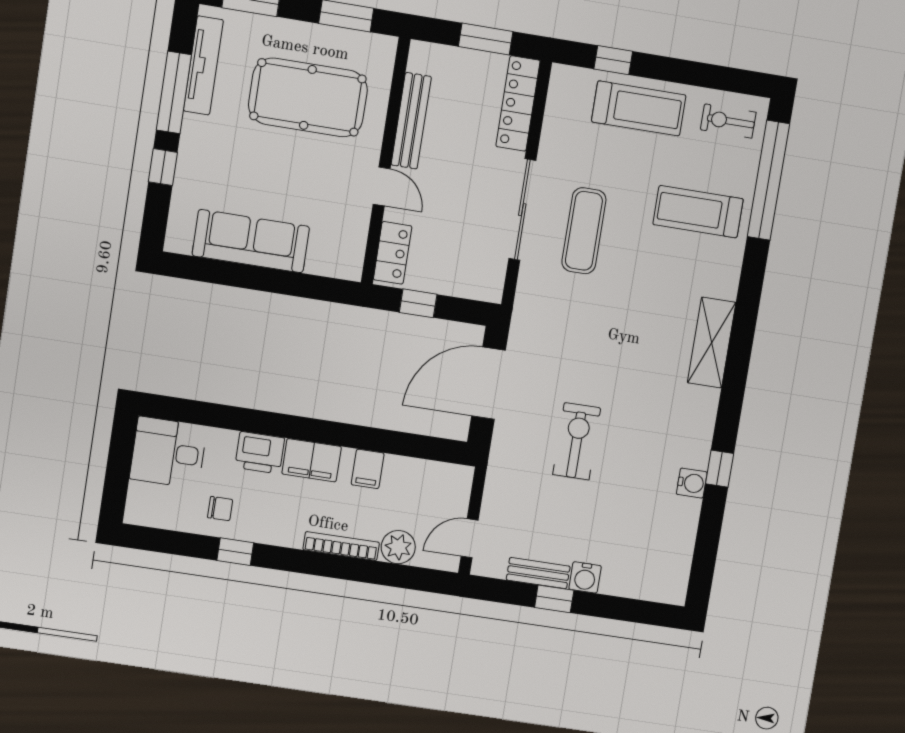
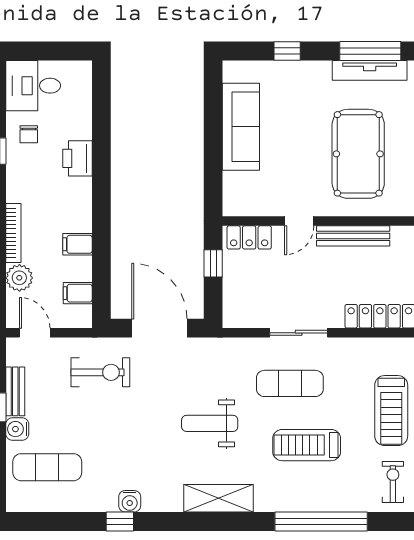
window: (174, 92) -> (370, 51), moved
window: (768, 180) -> (321, 521), moved
sliding door: (522, 210) -> (299, 333), width x0.73
treadmill: (698, 212) -> (307, 445), moved, turned -90
weight bench: (617, 339) -> (210, 423), added
exercise bike: (577, 441) -> (100, 372), moved
desk: (168, 452) -> (33, 86), moved, turned -90
filing cabinet: (312, 460) -> (78, 293), moved, width x0.50
water cooler: (692, 483) -> (130, 501), moved
exercise mat: (638, 548) -> (47, 467), added

